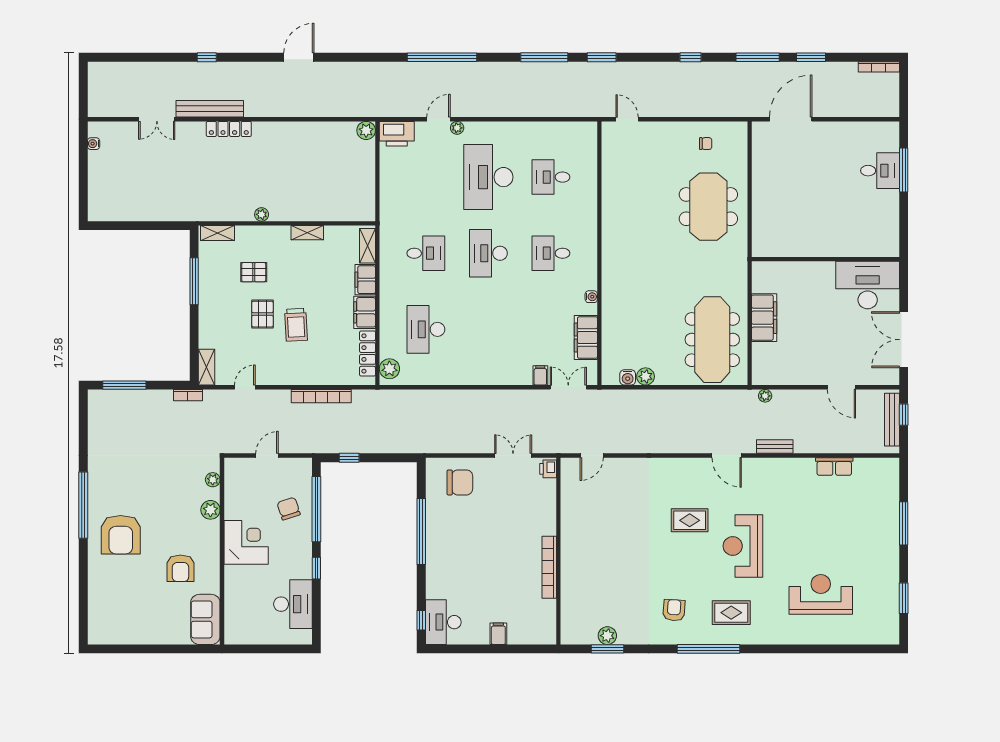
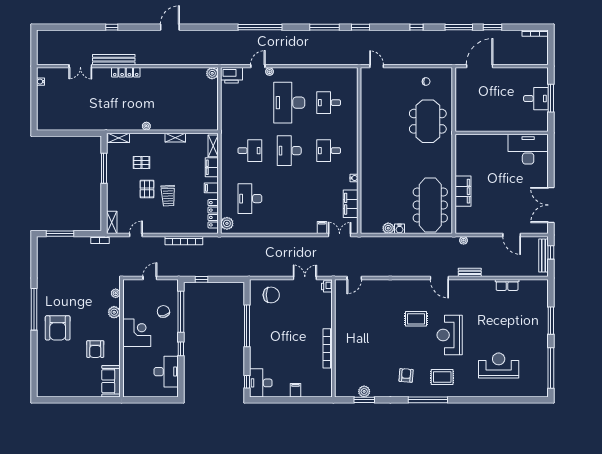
wall: (826, 259) -> (502, 133), moved
desk: (868, 285) -> (528, 149), moved
filing cabinet: (365, 312) -> (211, 188), width x0.50
water cooler: (628, 377) -> (399, 229), moved
window: (904, 598) -> (551, 368), width x2.11

